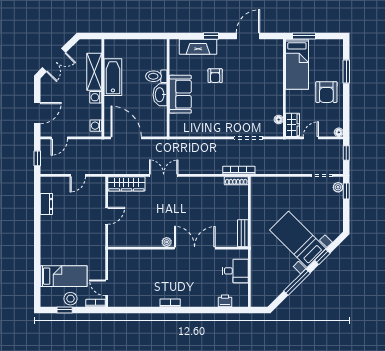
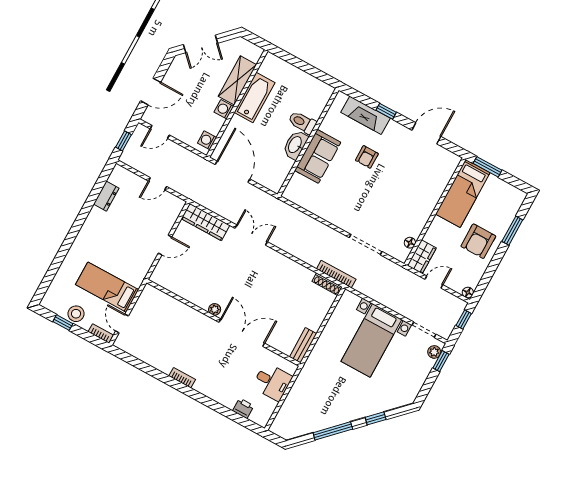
bed with nightstands: (298, 239) -> (371, 340), moved, turned -135
bed: (64, 276) -> (107, 287), moved, turned 180

